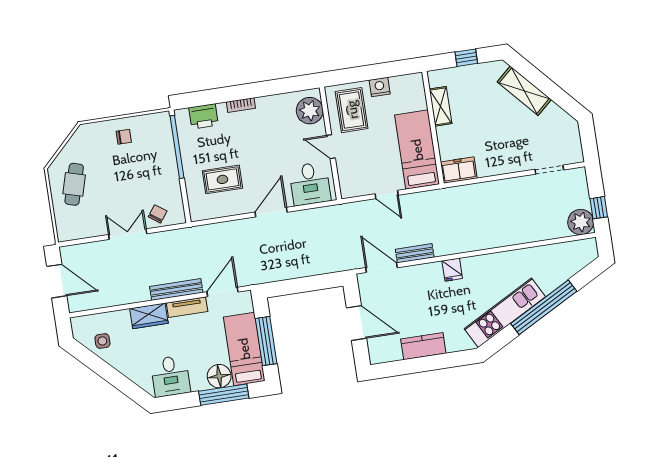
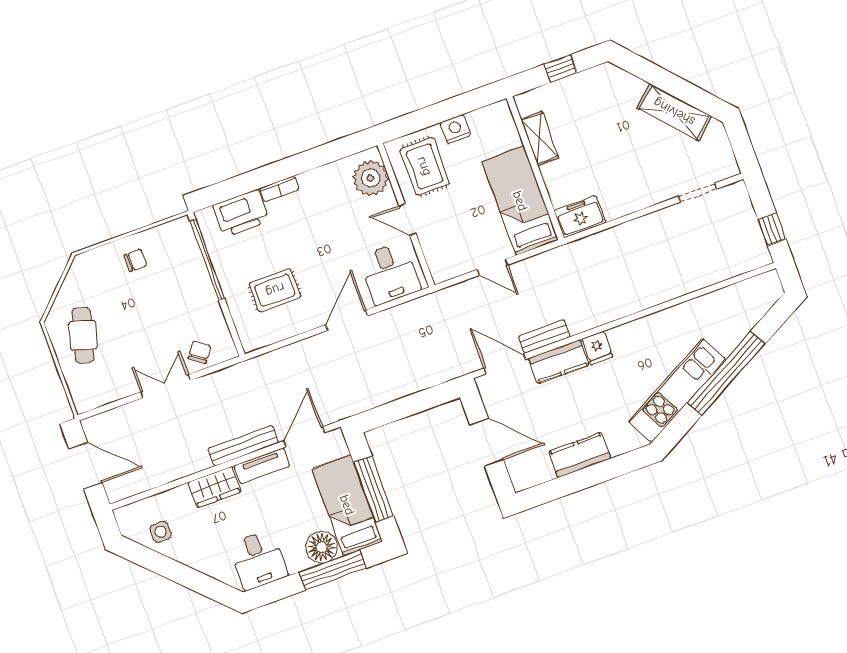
shelving: (524, 91) -> (674, 112), moved
printer: (203, 116) -> (241, 214), width x1.37, depth x1.19
plant: (581, 222) -> (752, 253), removed
kitchen counter: (422, 274) -> (559, 362), added

